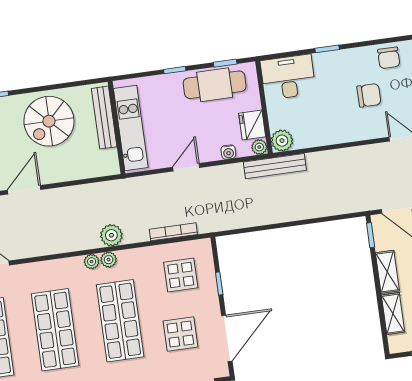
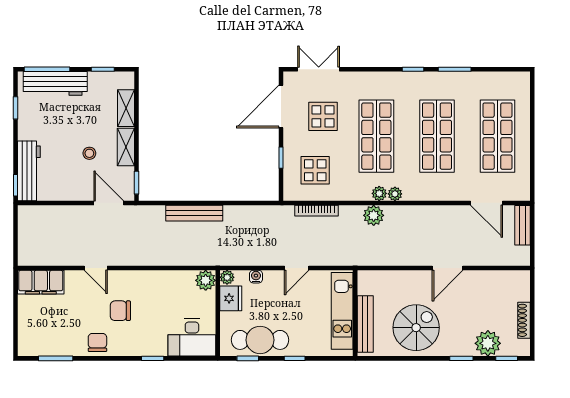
bench: (275, 166) -> (194, 213), moved

